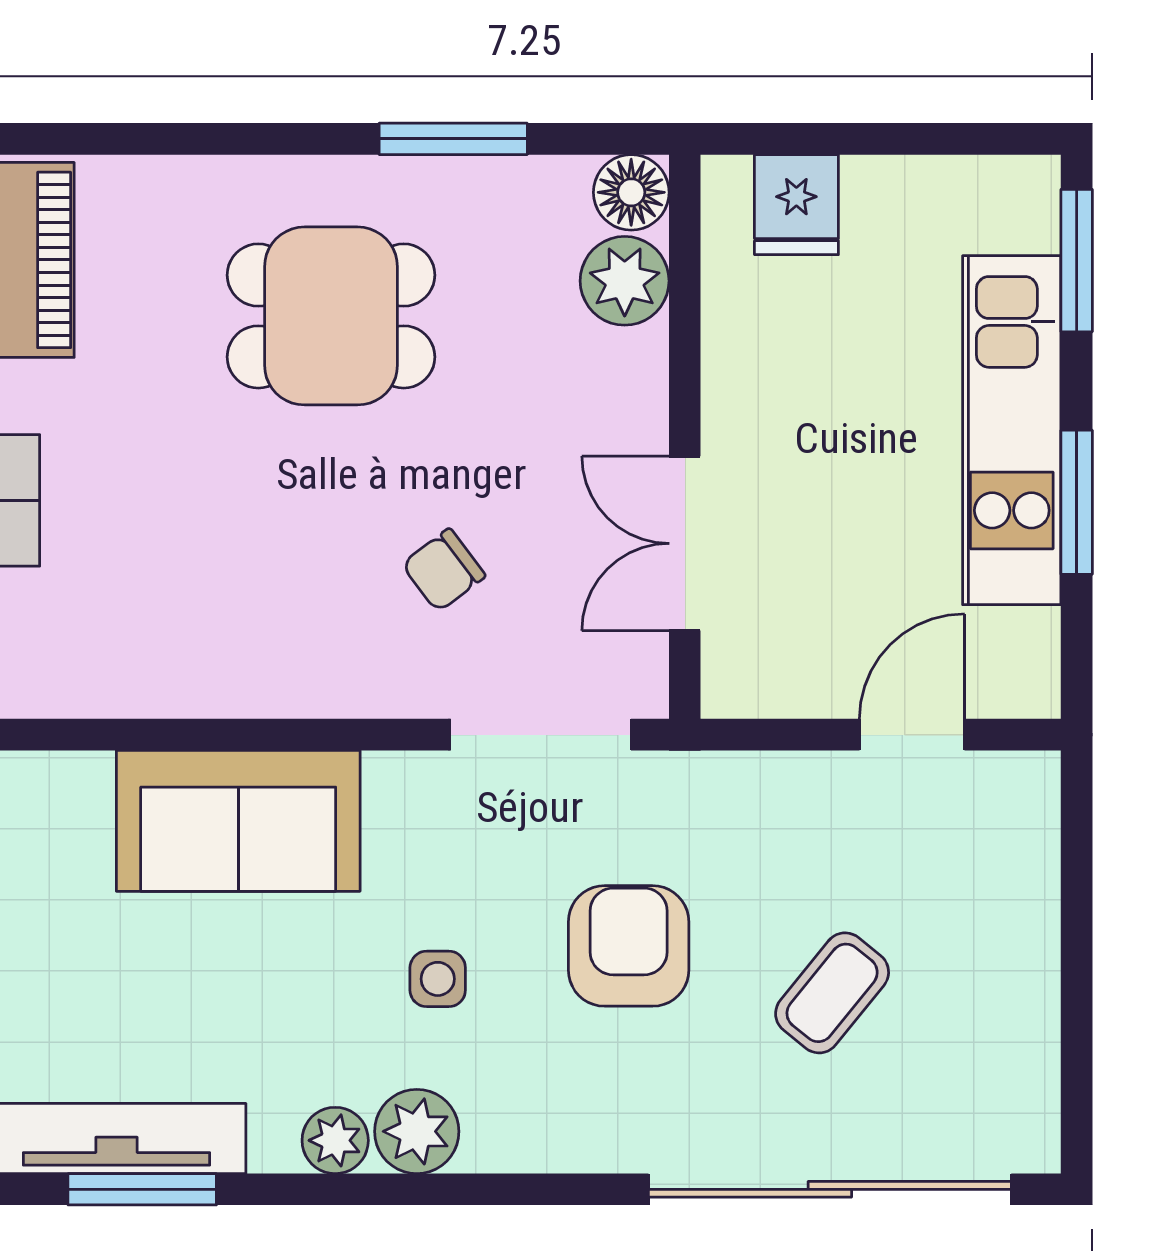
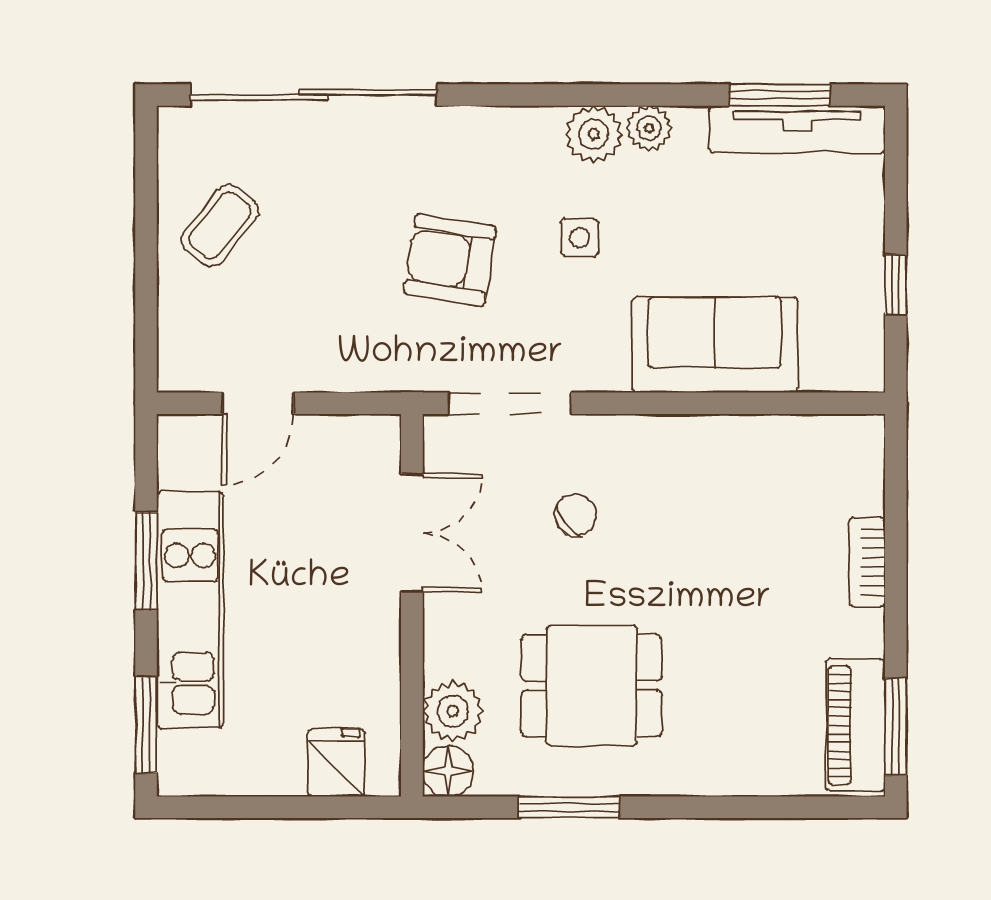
dining table: (331, 316) -> (592, 686), moved
armchair: (629, 946) -> (450, 260), turned 99
coffee table: (832, 993) -> (220, 225), moved

